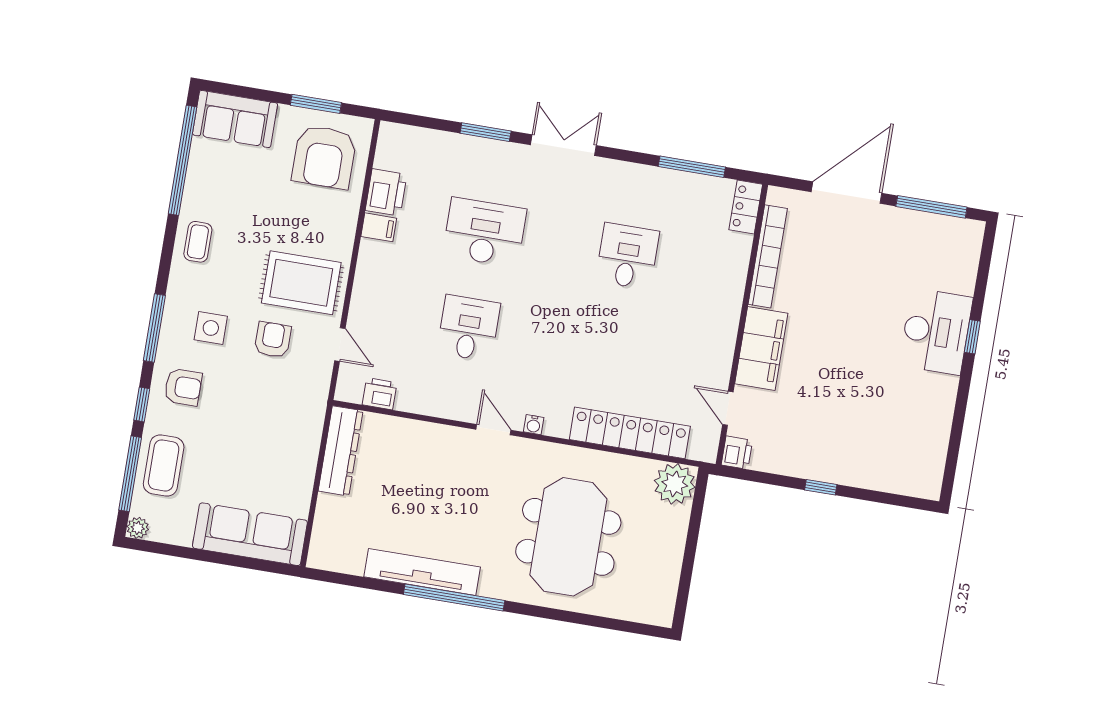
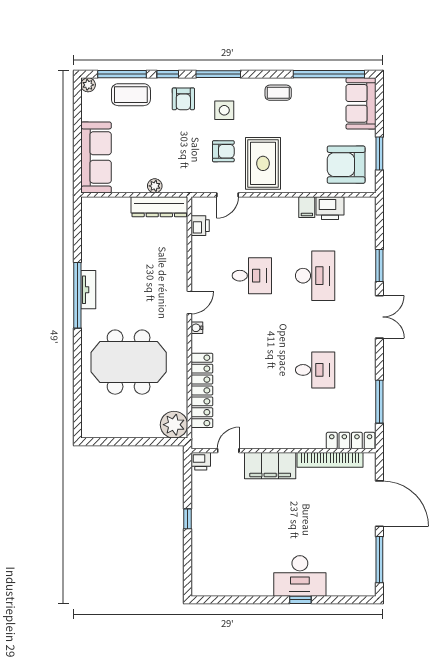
locker: (746, 207) -> (351, 441), width x1.53
plant: (308, 453) -> (155, 186), added
tv unit: (422, 572) -> (88, 290), width x0.52, depth x0.78

